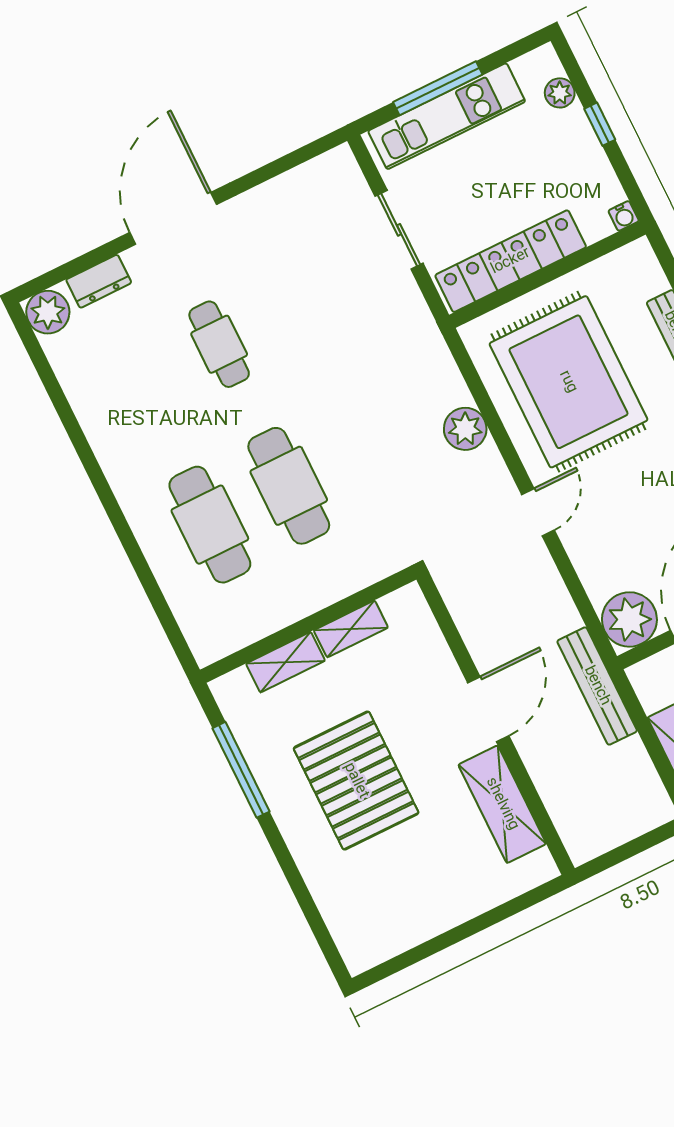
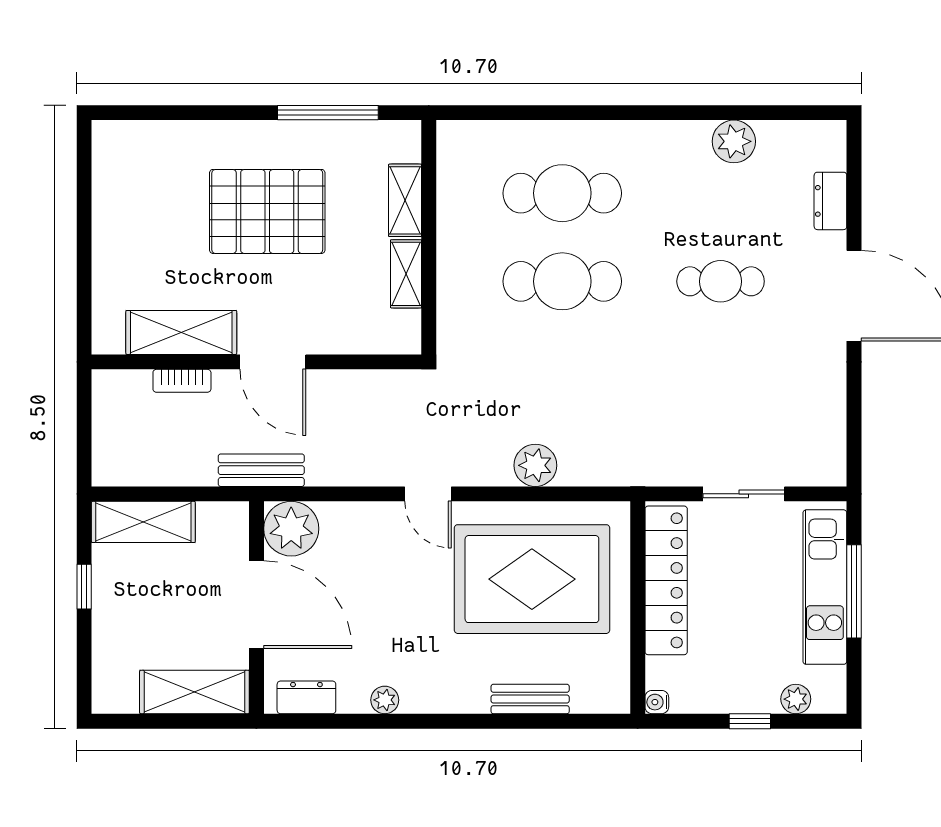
plant: (48, 312) -> (734, 141), moved
bench: (597, 686) -> (261, 470), width x0.73
bookcase: (545, 782) -> (182, 381), added

